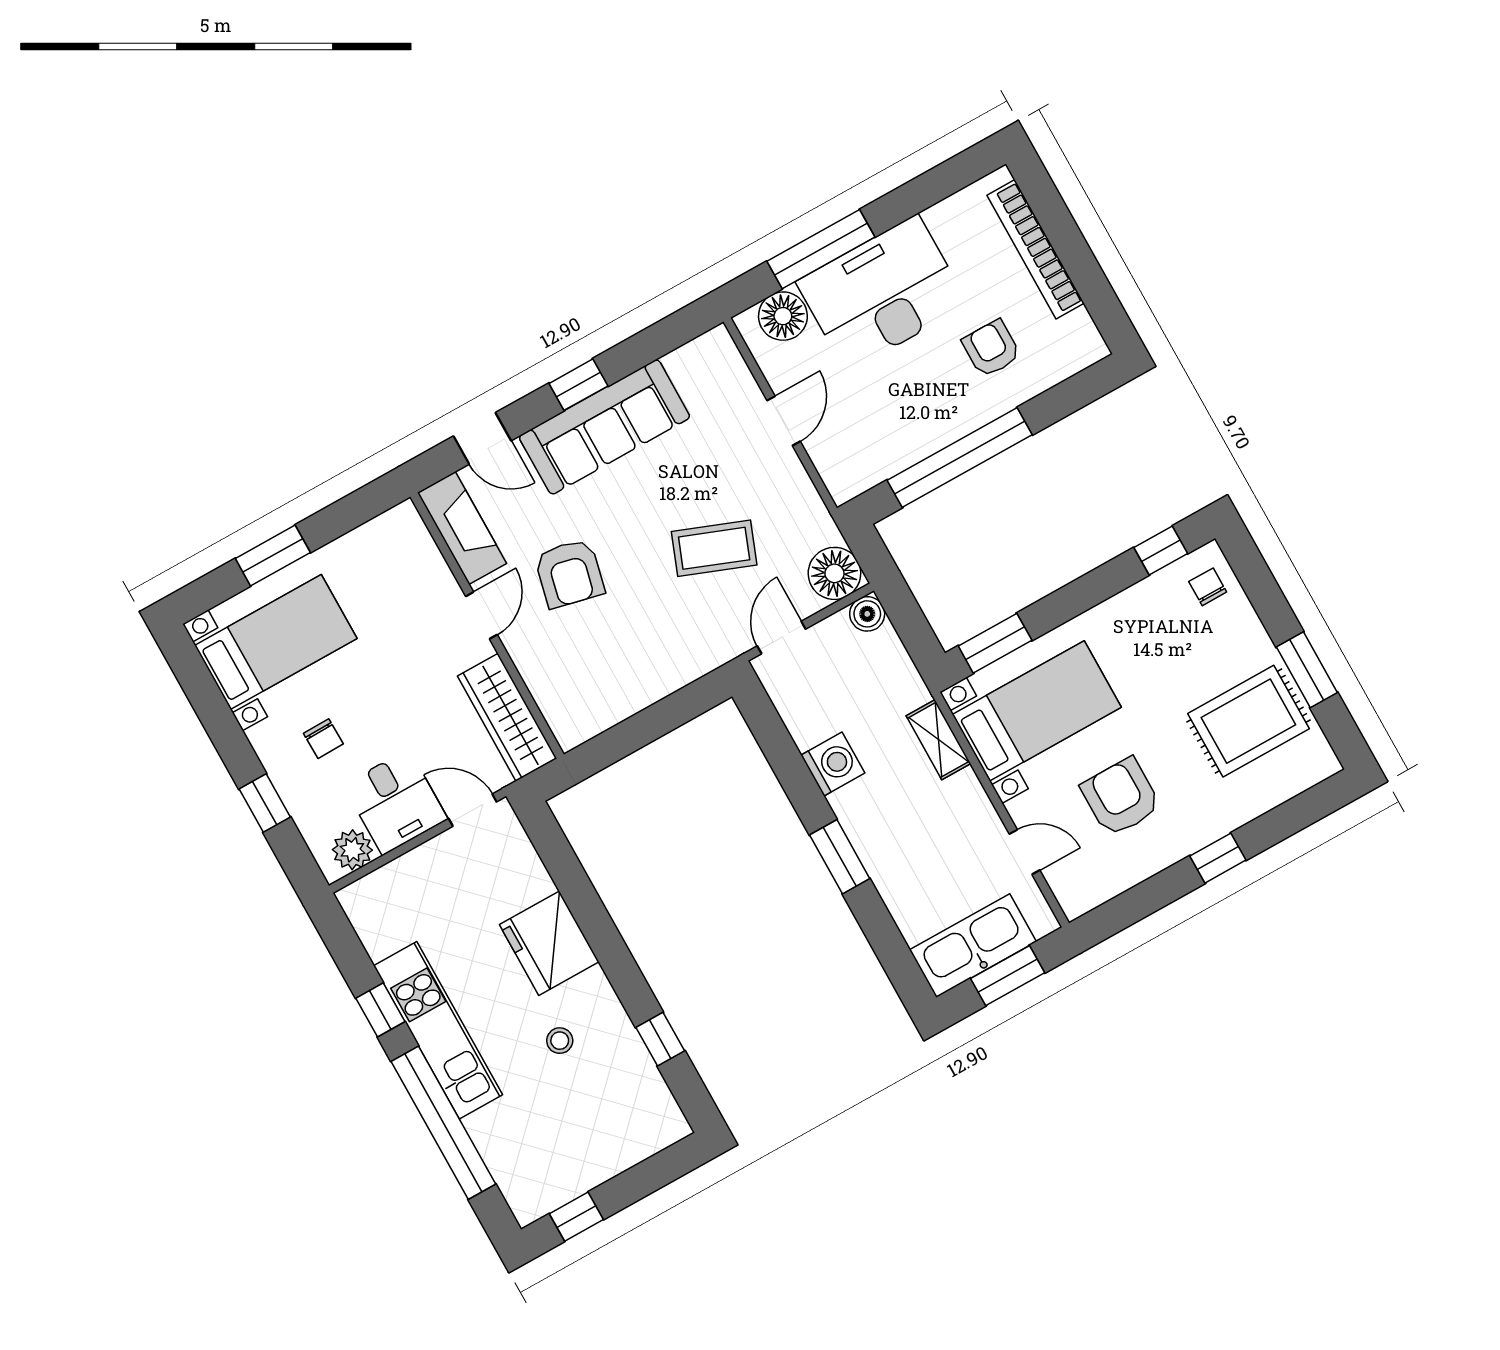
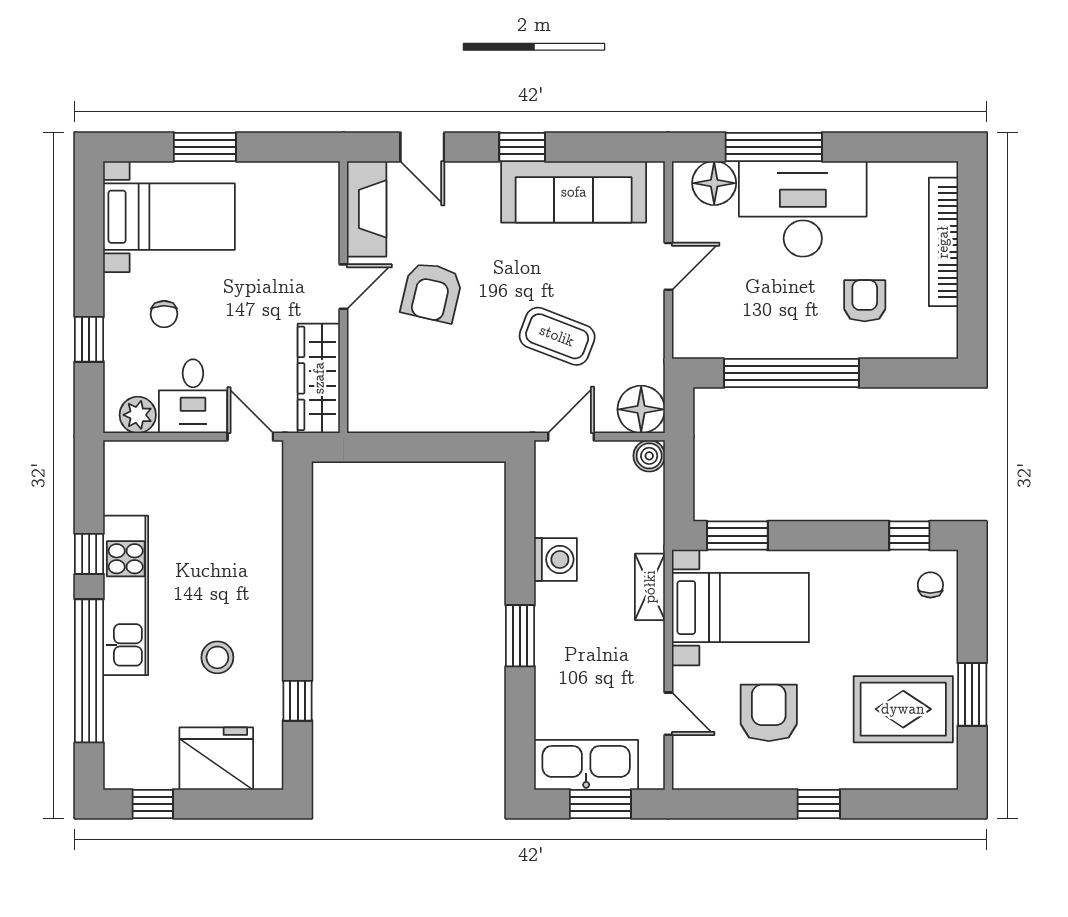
sofa: (604, 427) -> (574, 192), moved
fridge: (549, 943) -> (216, 759), moved, turned 90
stool: (560, 1041) -> (217, 657), width x1.37, depth x1.37

